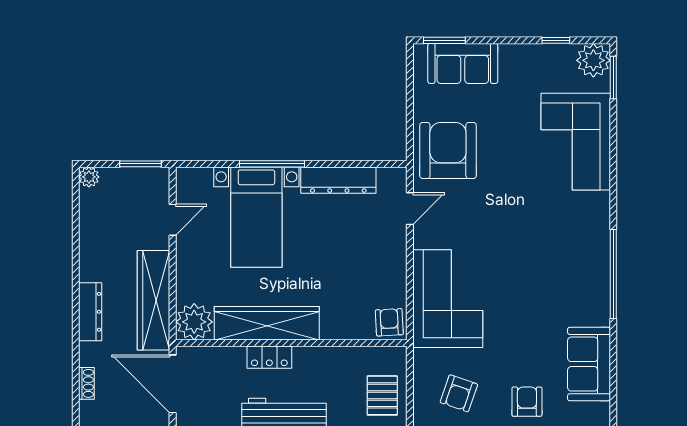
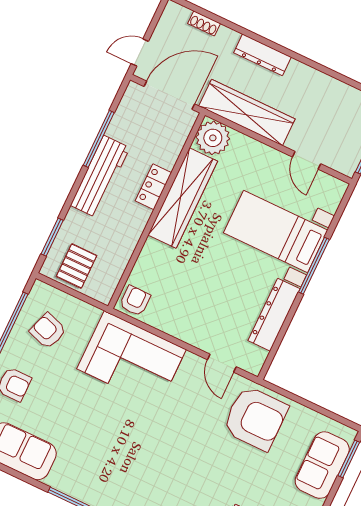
armchair: (389, 322) -> (135, 301), turned -87
pallet: (382, 395) -> (77, 266), turned 90

